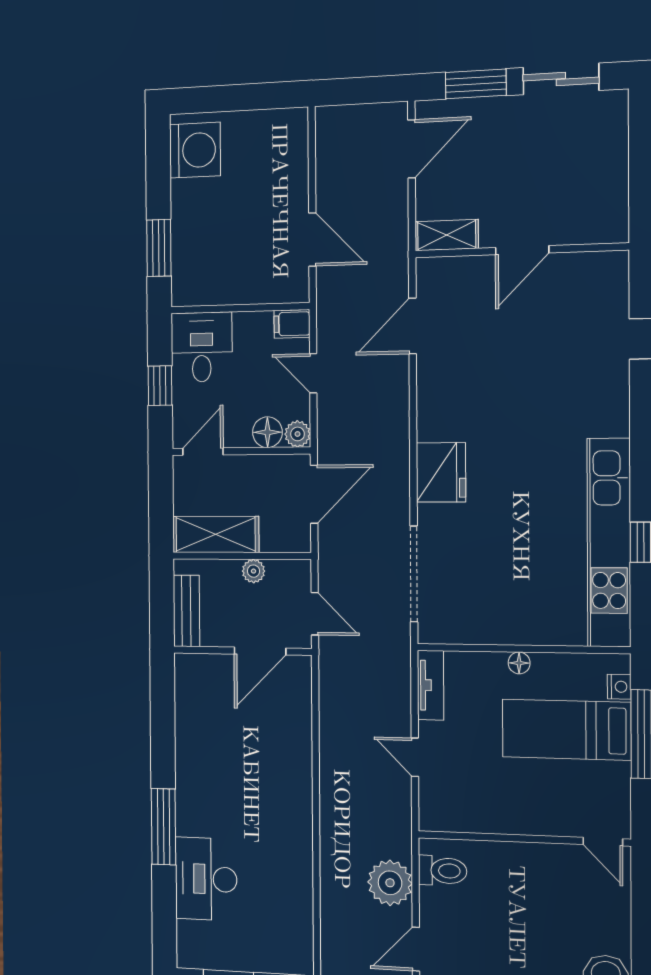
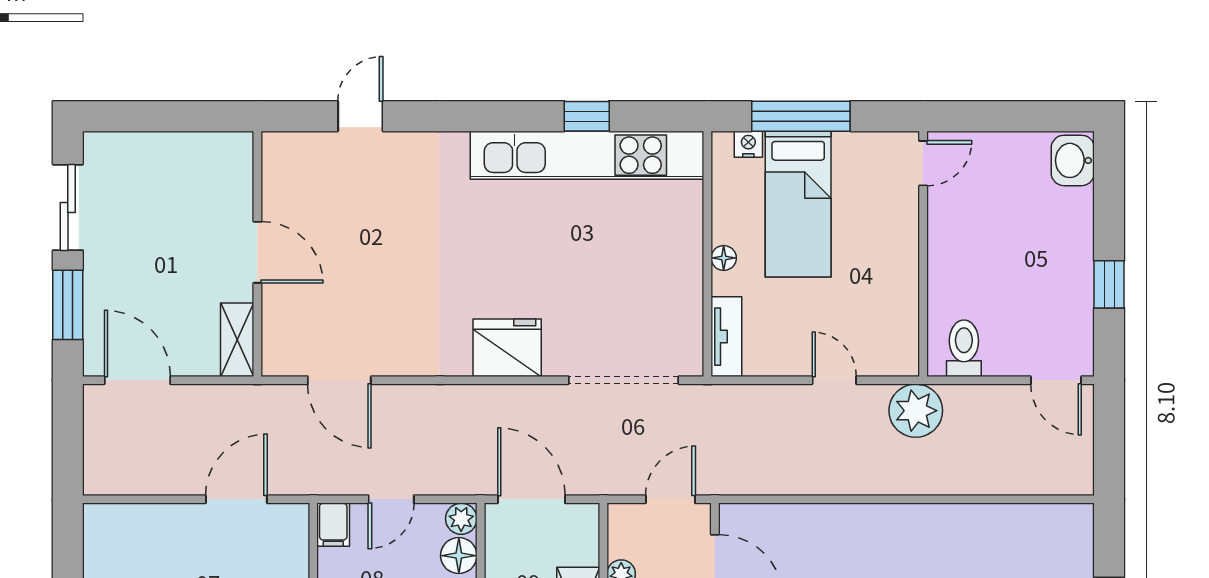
tv unit: (431, 685) -> (726, 337), moved, turned 90
door: (415, 757) -> (834, 380), swing flipped
plant: (390, 883) -> (916, 411), moved

